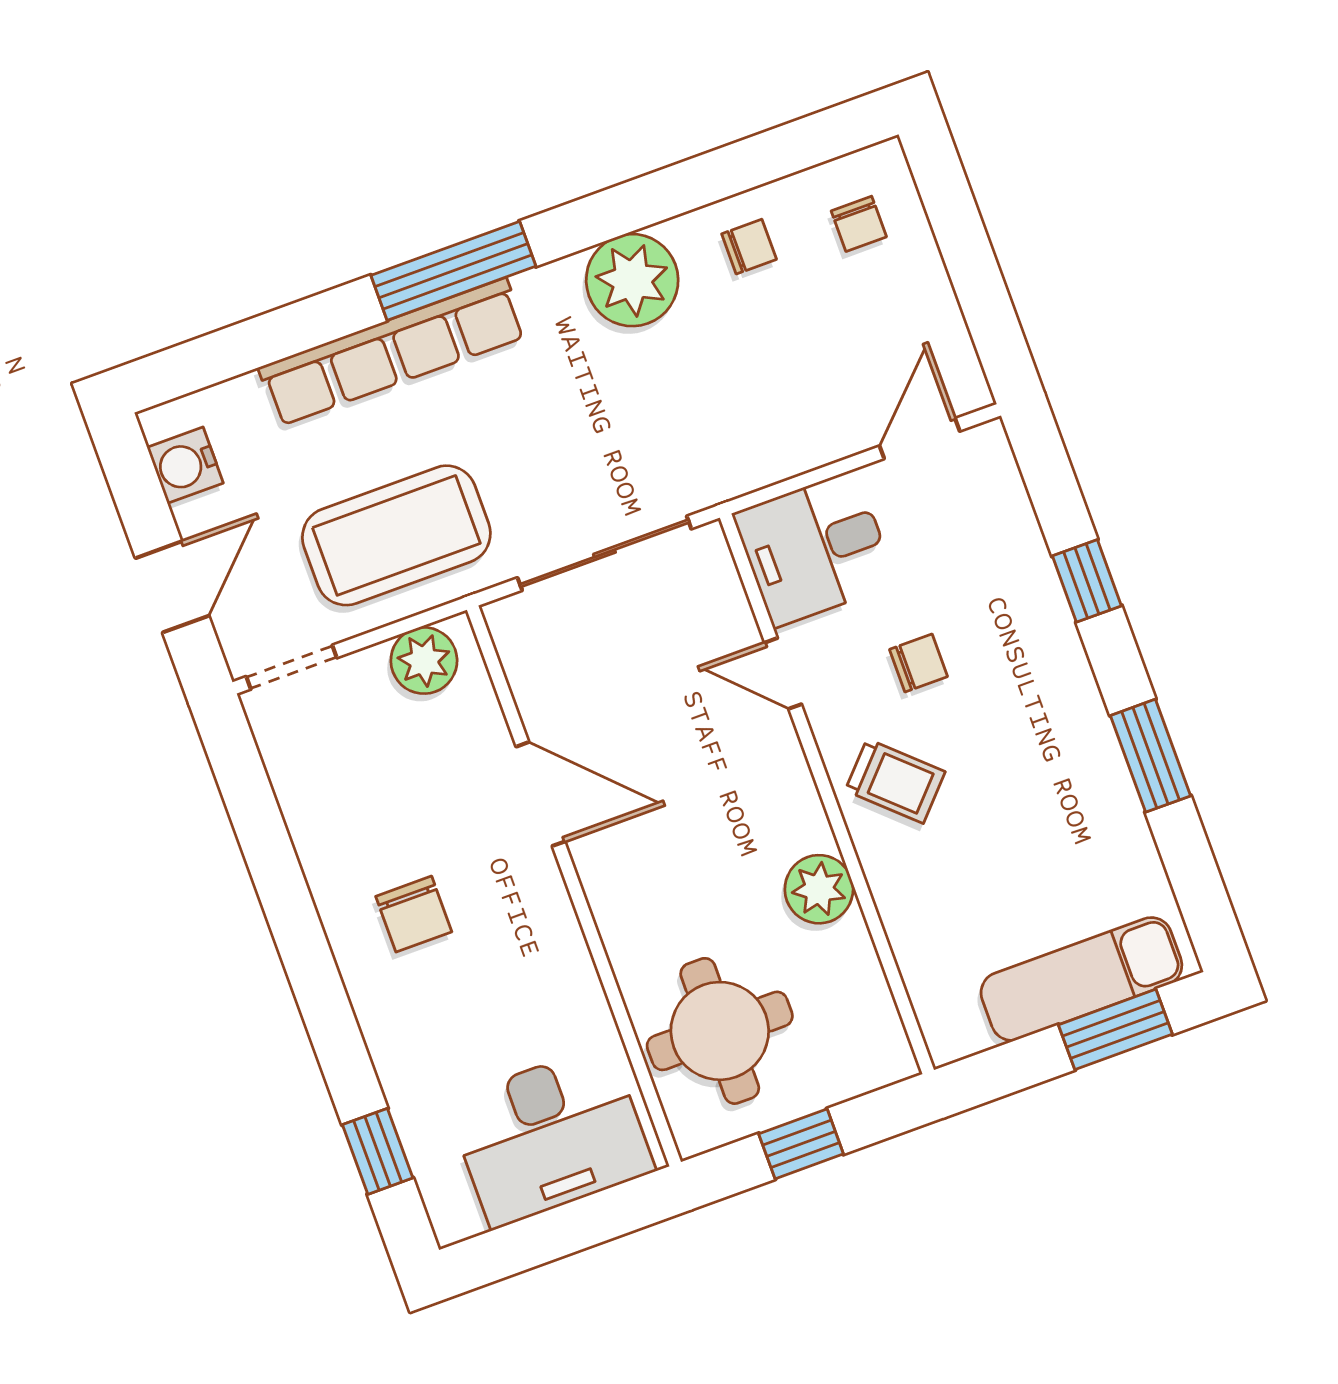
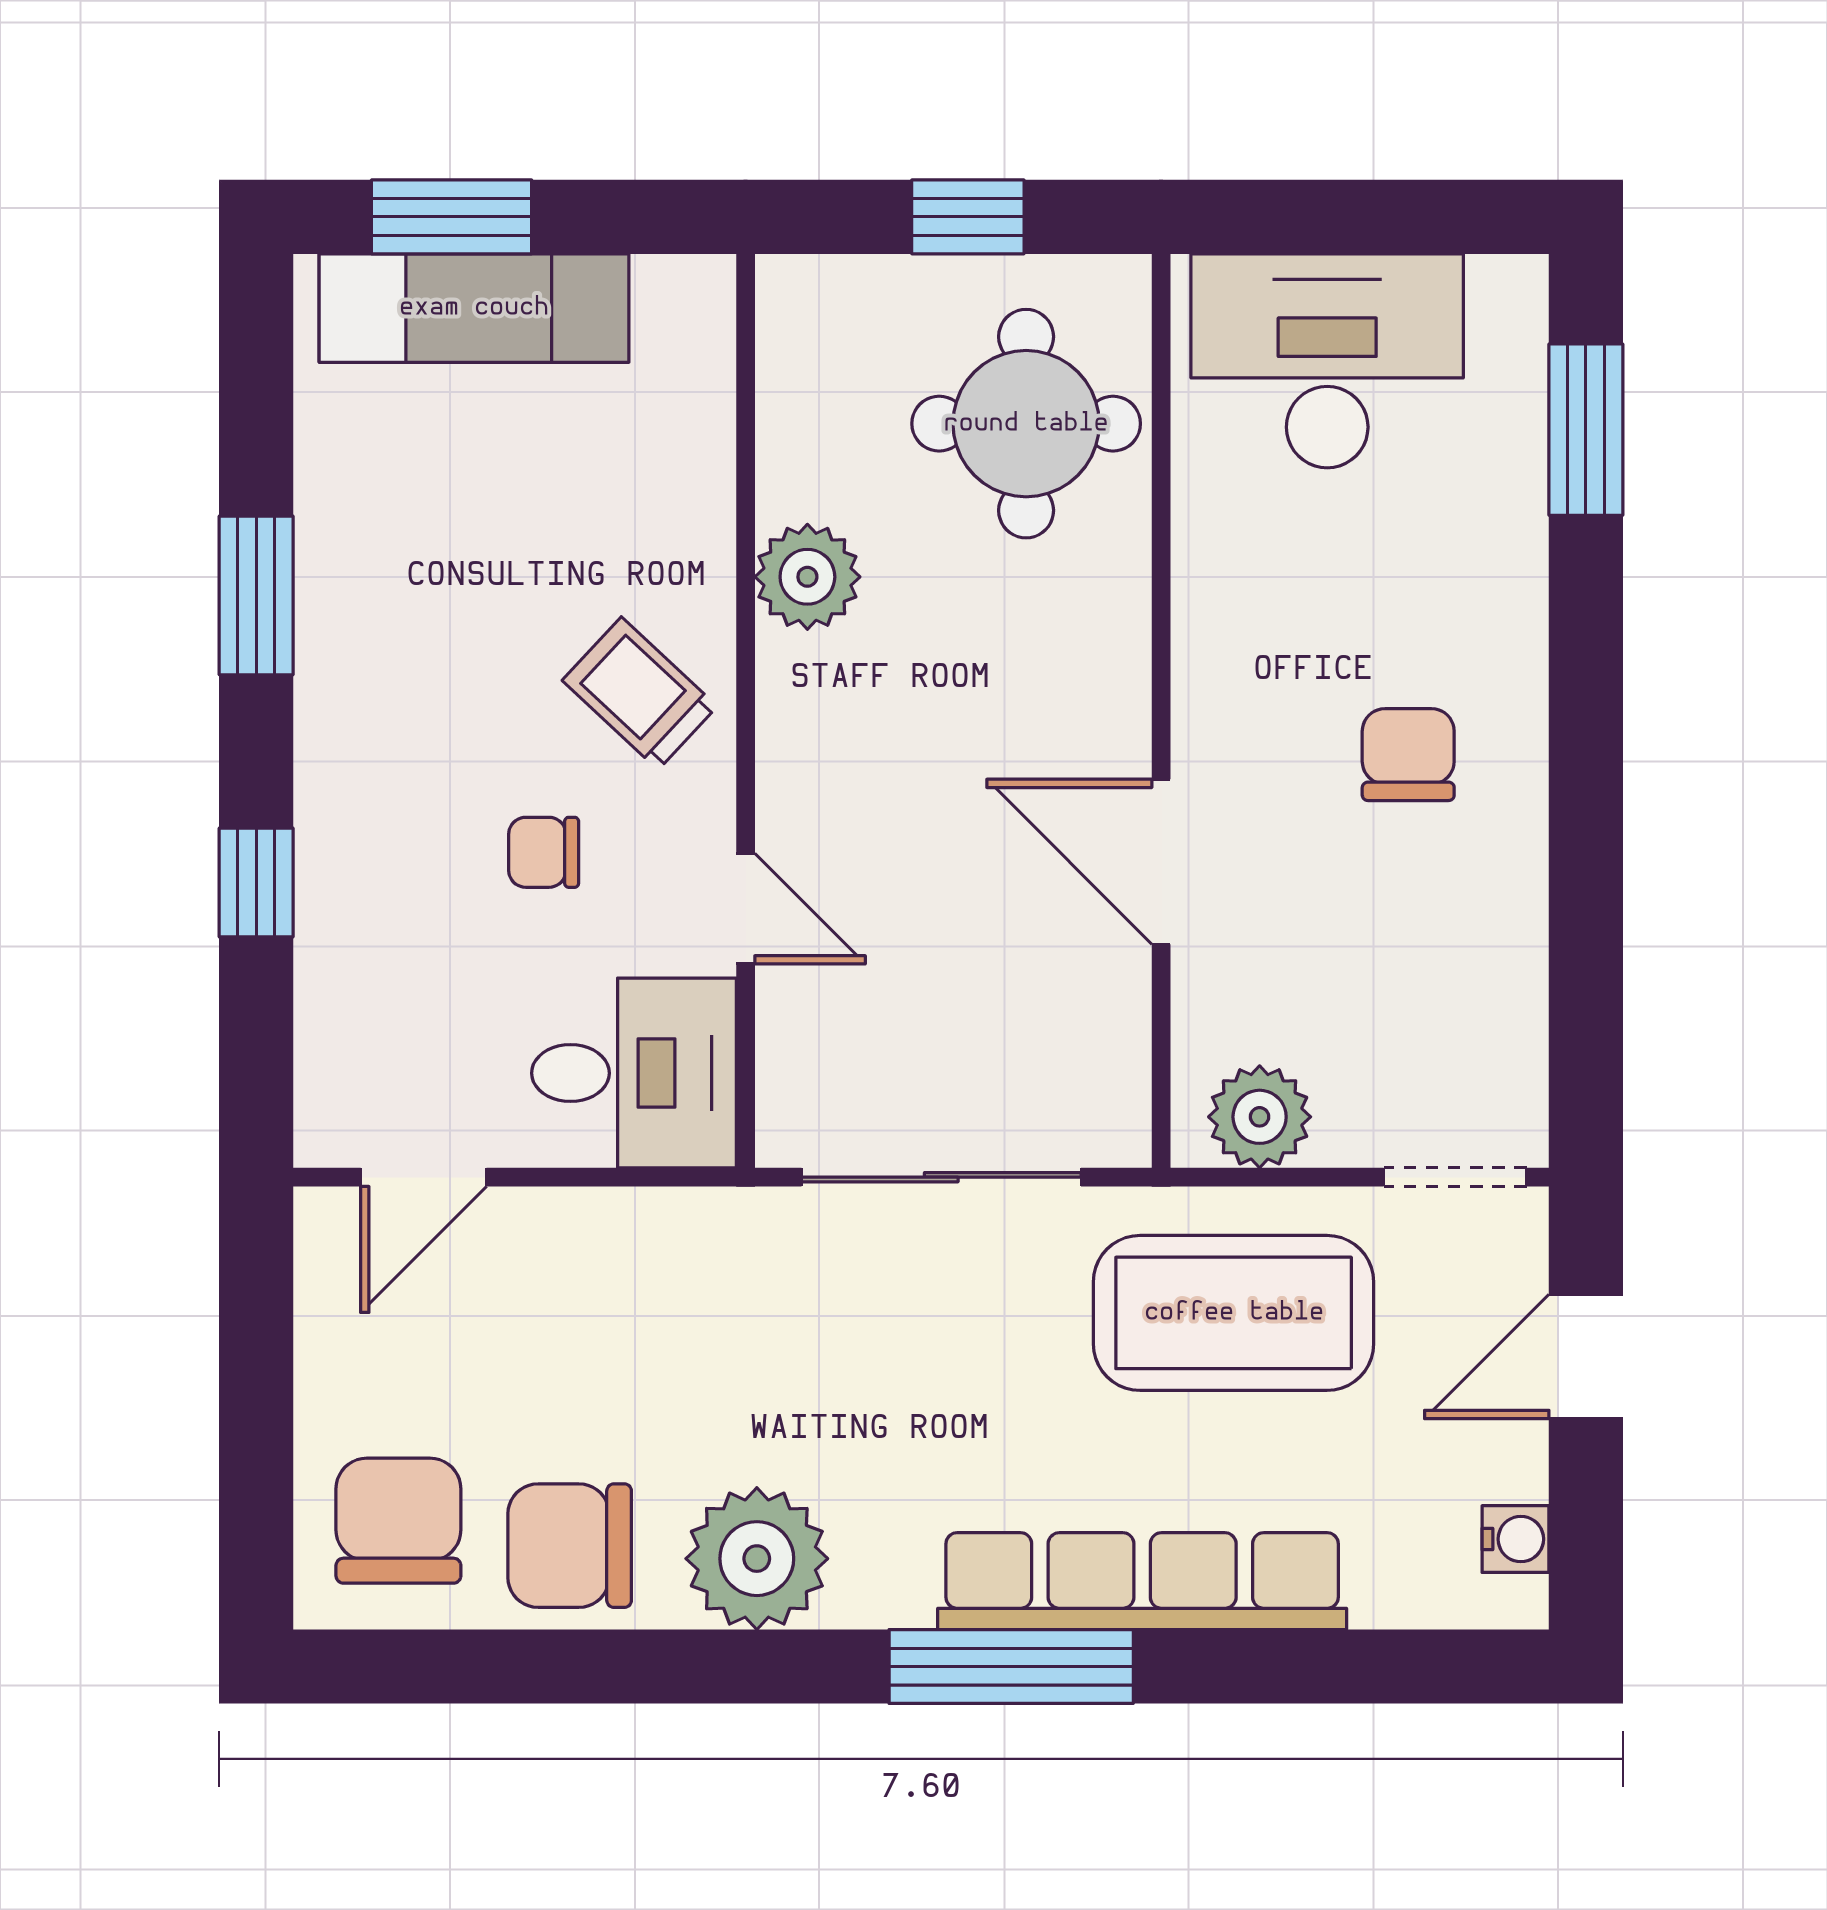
chair: (859, 224) -> (398, 1521), width x1.87, depth x1.87
chair: (749, 247) -> (570, 1546), width x1.87, depth x1.87
water cooler: (185, 465) -> (1515, 1539), width x0.72, depth x0.72
window: (378, 1151) -> (1586, 430), width x1.50

